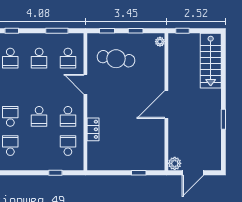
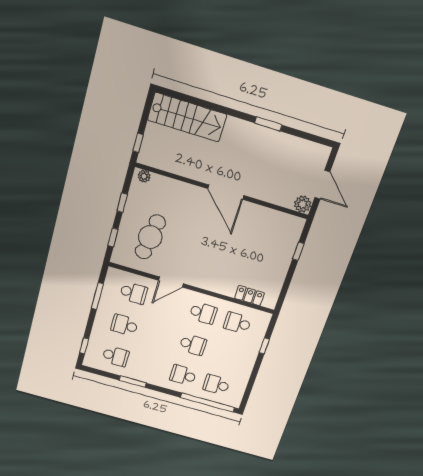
school desk: (39, 58) -> (124, 325), turned 180
locker: (93, 129) -> (249, 296), moved

